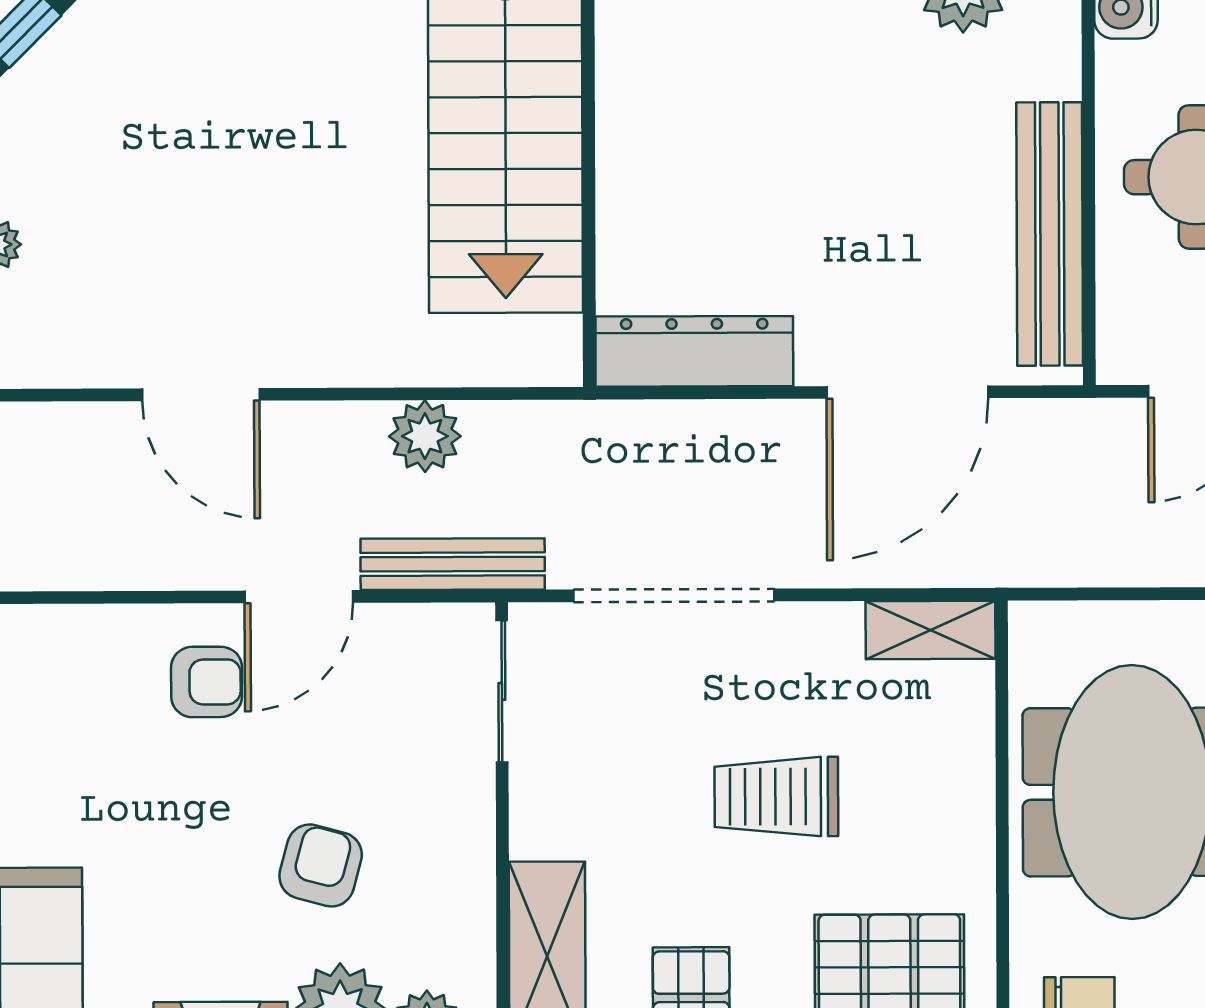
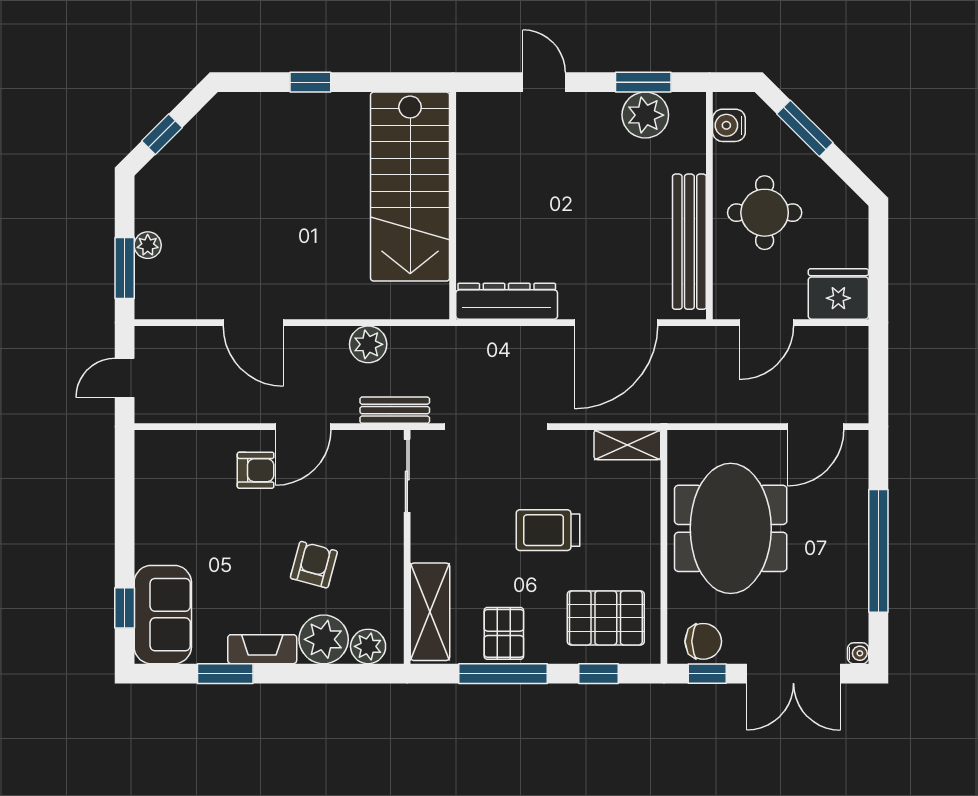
bench: (453, 564) -> (395, 410), width x0.73

